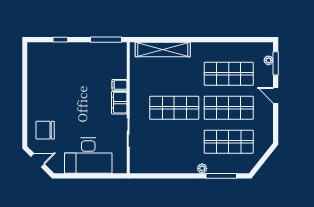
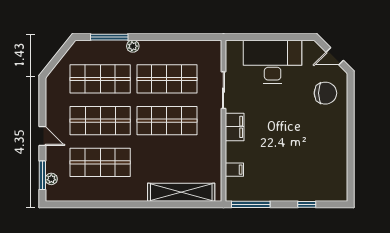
filing cabinet: (119, 85) -> (234, 170), moved
shop shelf: (174, 142) -> (167, 79), added

